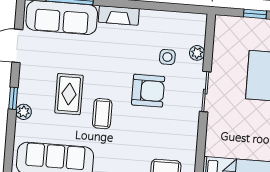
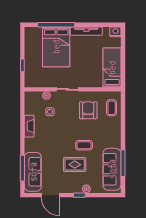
fireplace: (119, 15) -> (29, 126), moved
armchair: (148, 91) -> (88, 110), moved

